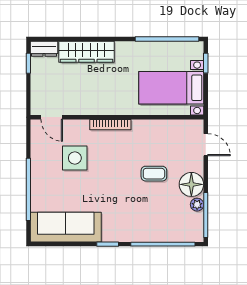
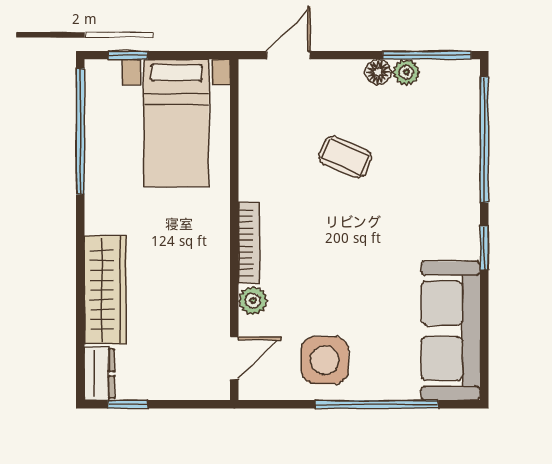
plant: (81, 127) -> (253, 301), added
side table: (75, 158) -> (325, 360), moved
coffee table: (154, 174) -> (345, 157), turned -67
floor lamp: (191, 184) -> (378, 72), width x0.53, depth x0.53

